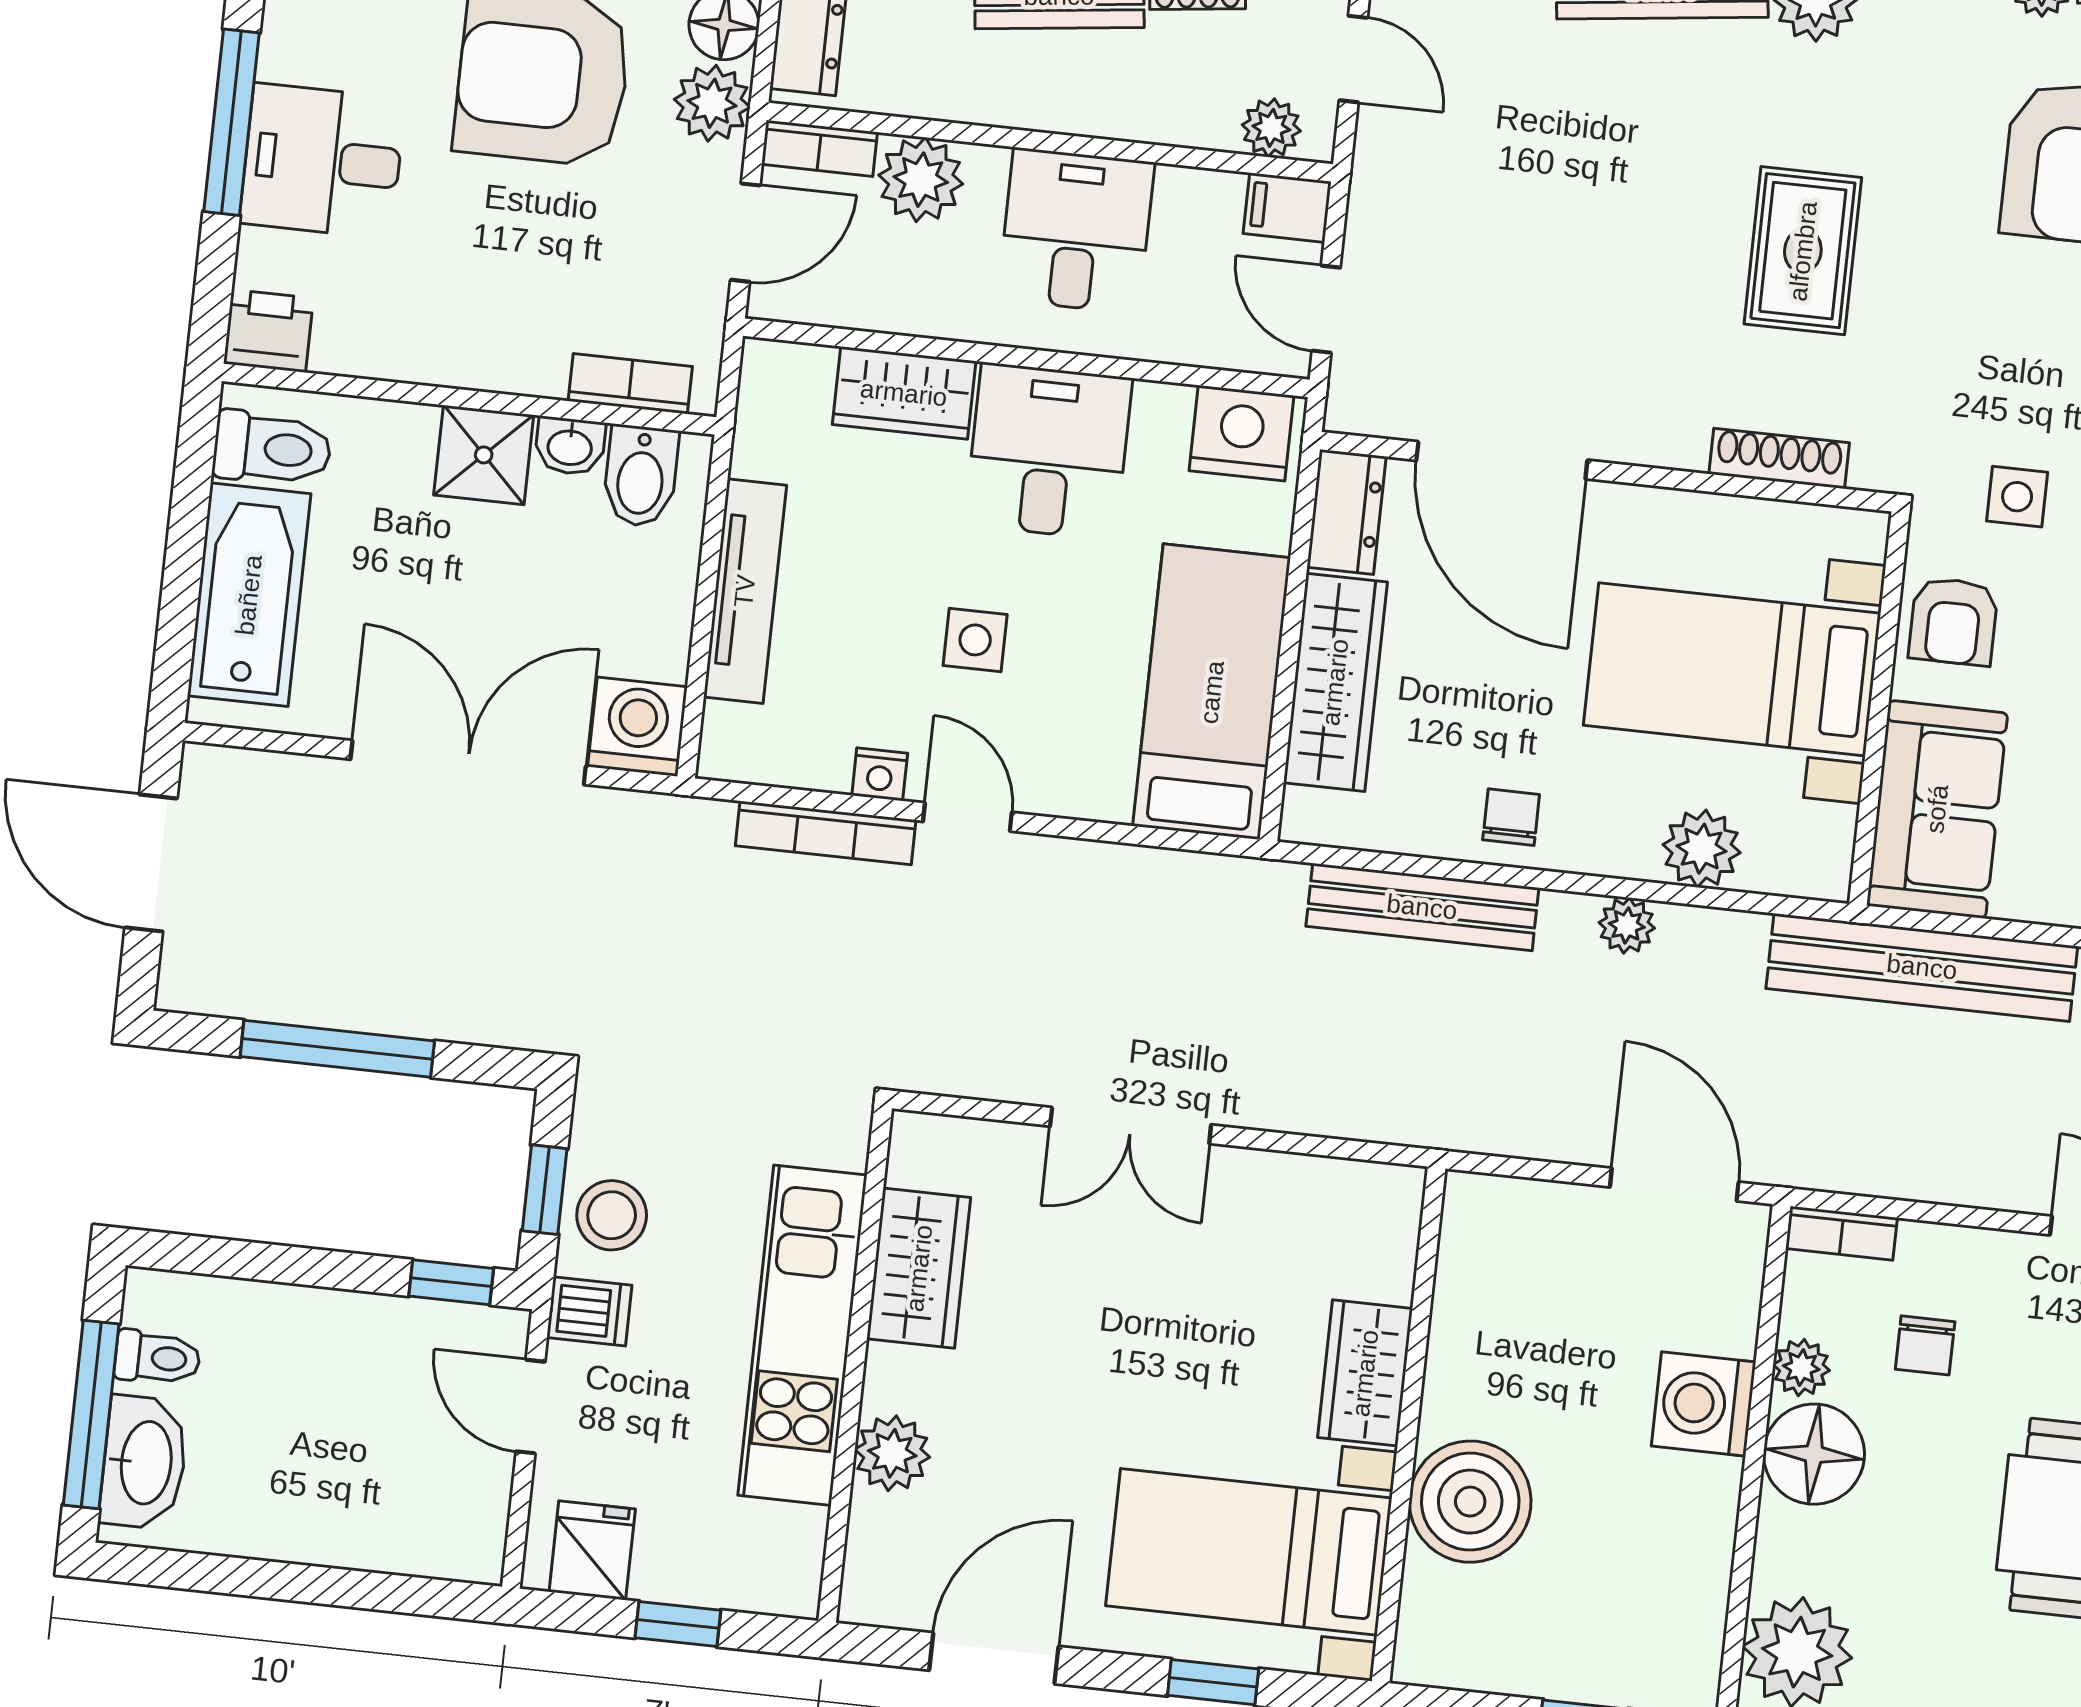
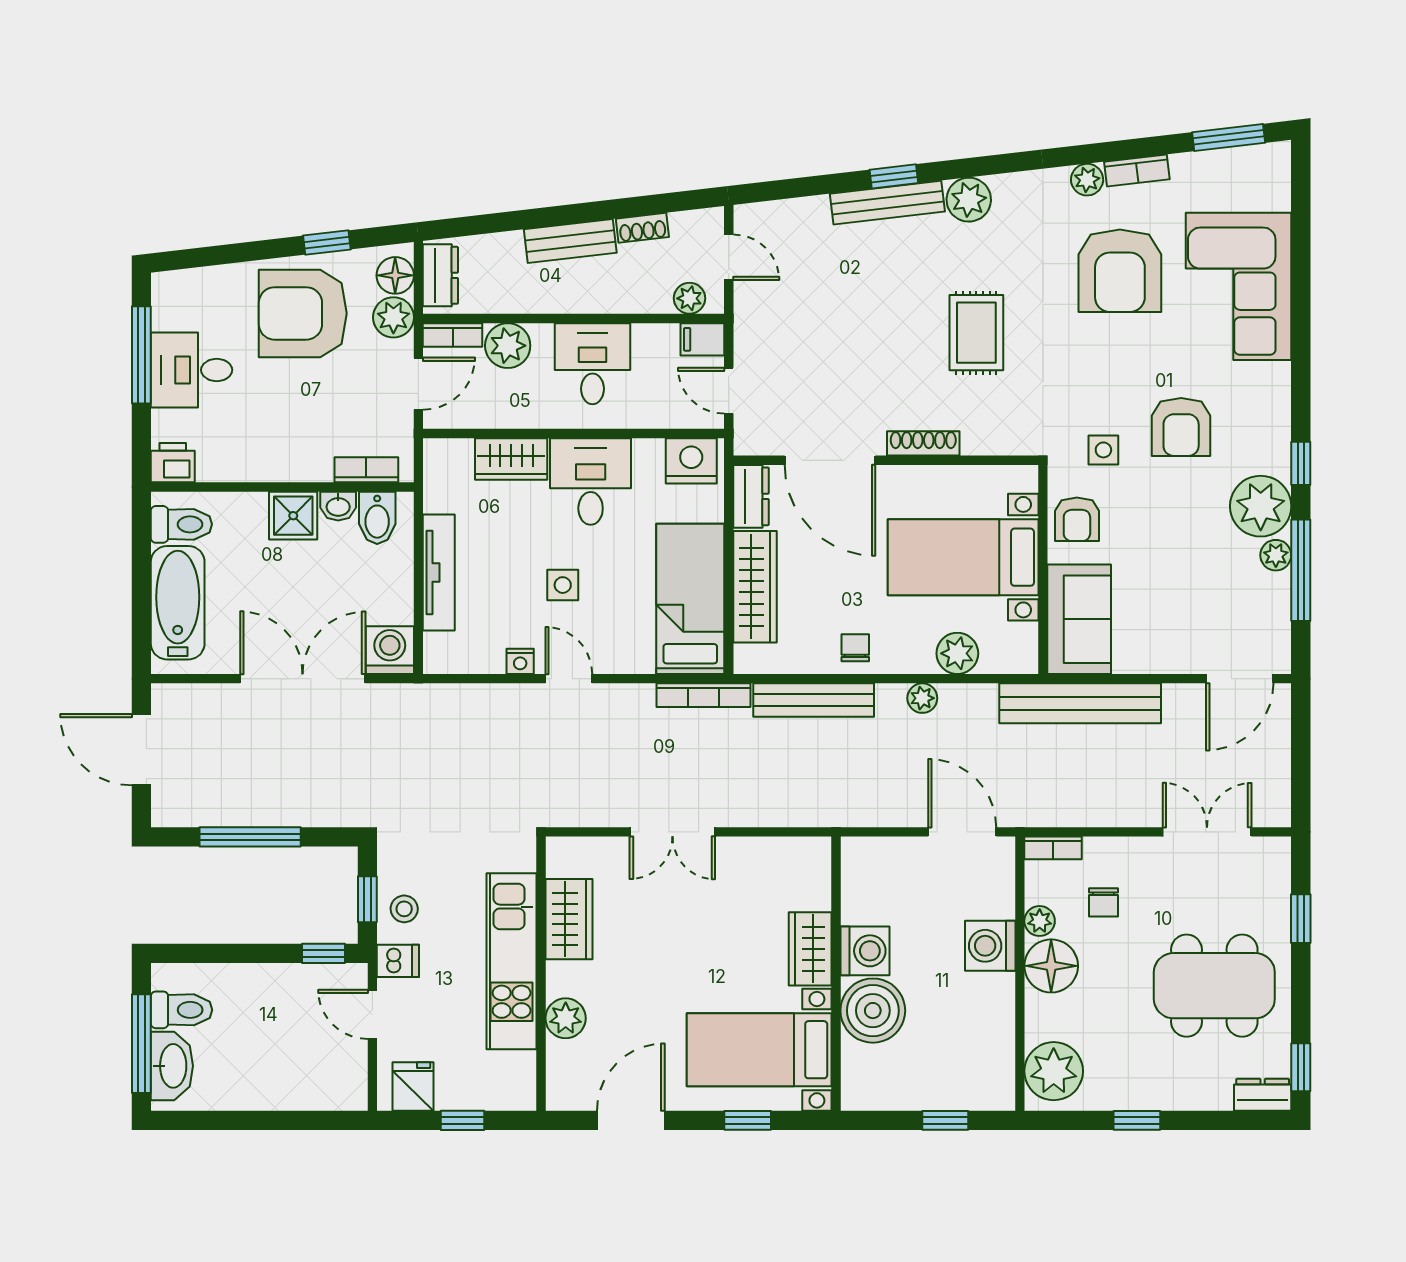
shoe rack: (1779, 458) -> (923, 443), moved
bookcase: (826, 833) -> (703, 695), moved
stool: (612, 1215) -> (404, 909), width x0.73, depth x0.73
toilet: (157, 1358) -> (182, 1010), width x1.37, depth x1.39
washing machine: (1468, 1388) -> (865, 951), added

